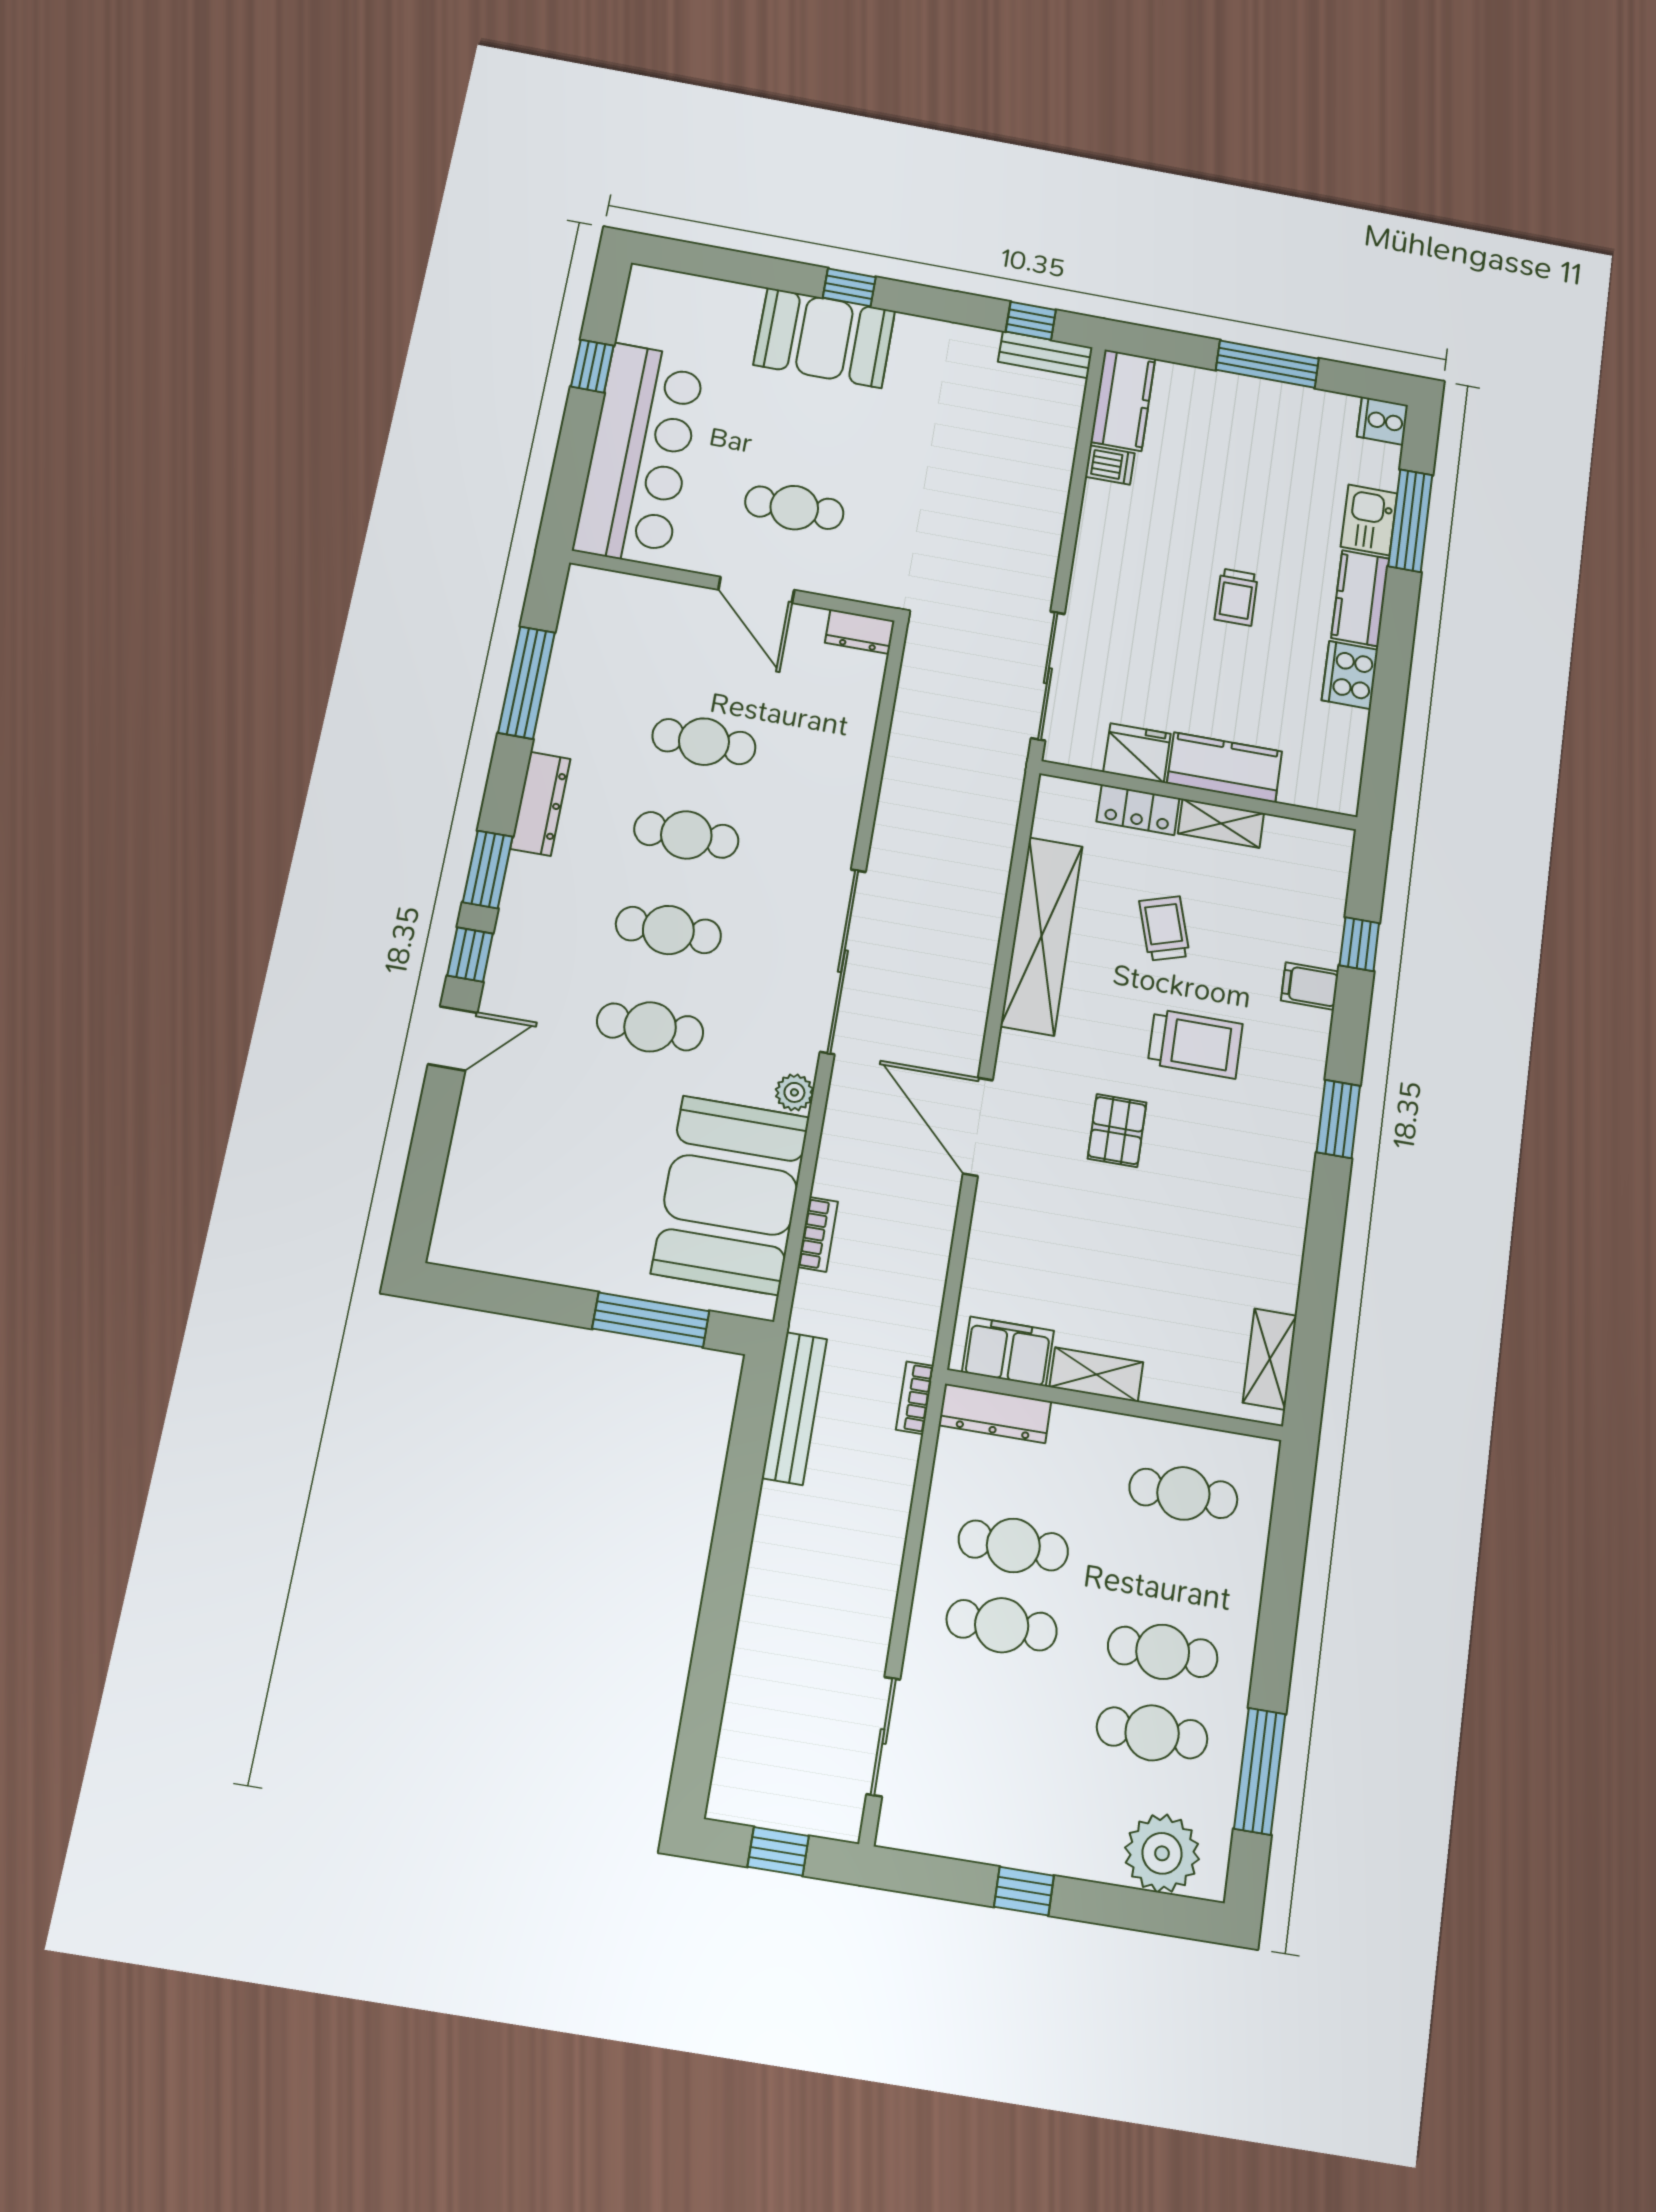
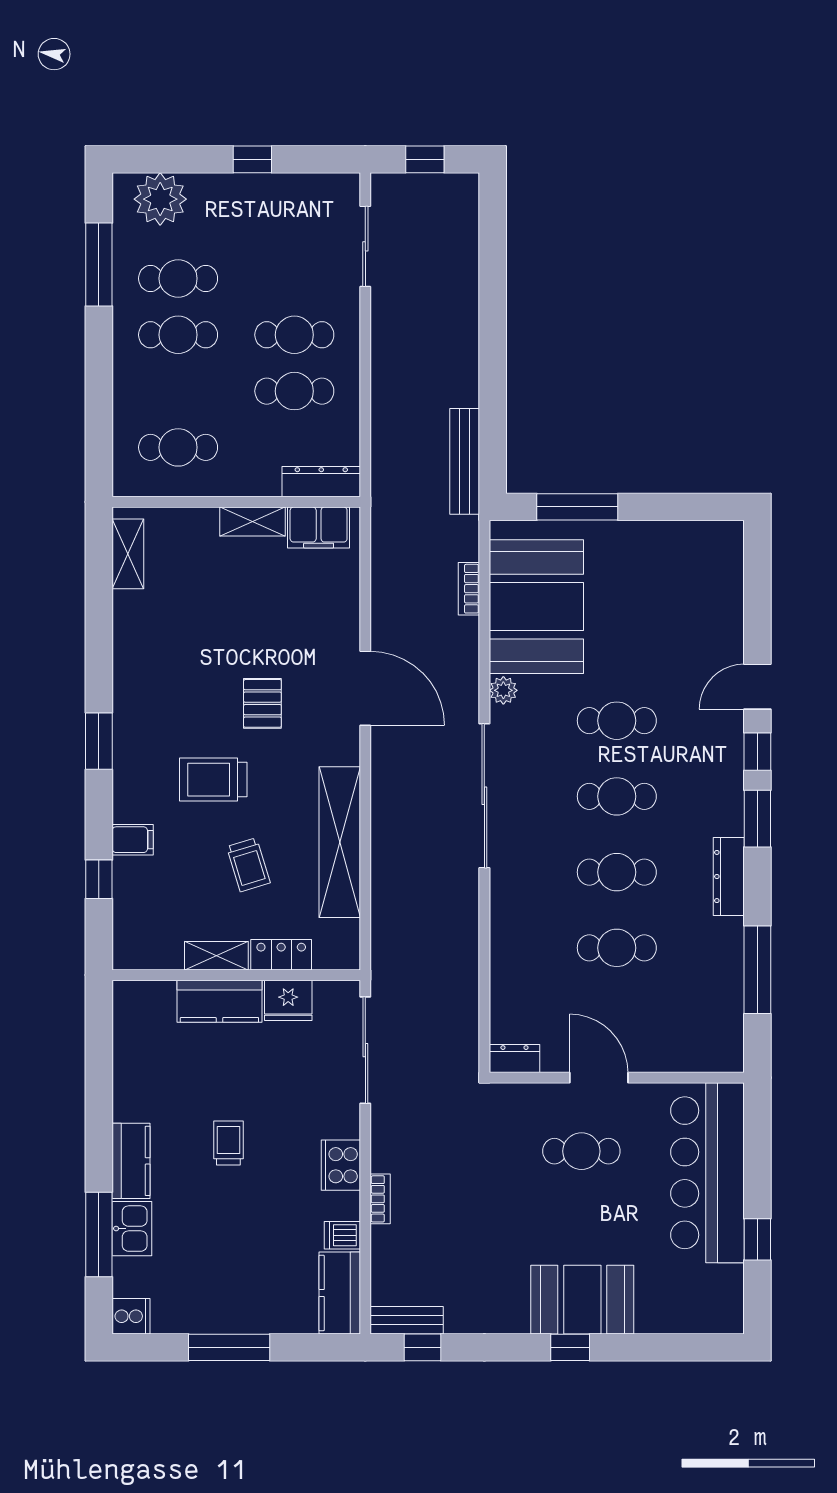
cooker: (1350, 675) -> (341, 1165), moved, turned 180
bookcase: (915, 1398) -> (380, 1199), moved

